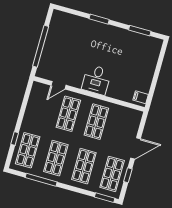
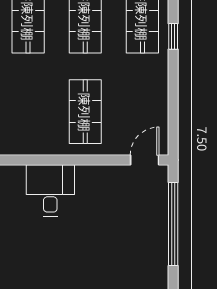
door: (58, 85) -> (145, 160), moved
shop shelf: (96, 122) -> (28, 112), removed

